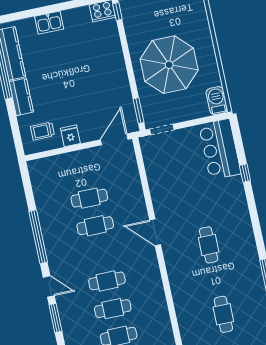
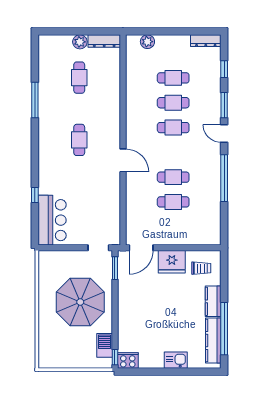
barbecue: (217, 101) -> (105, 345), moved, turned 180
fridge: (70, 136) -> (172, 262), width x1.88, depth x1.34

